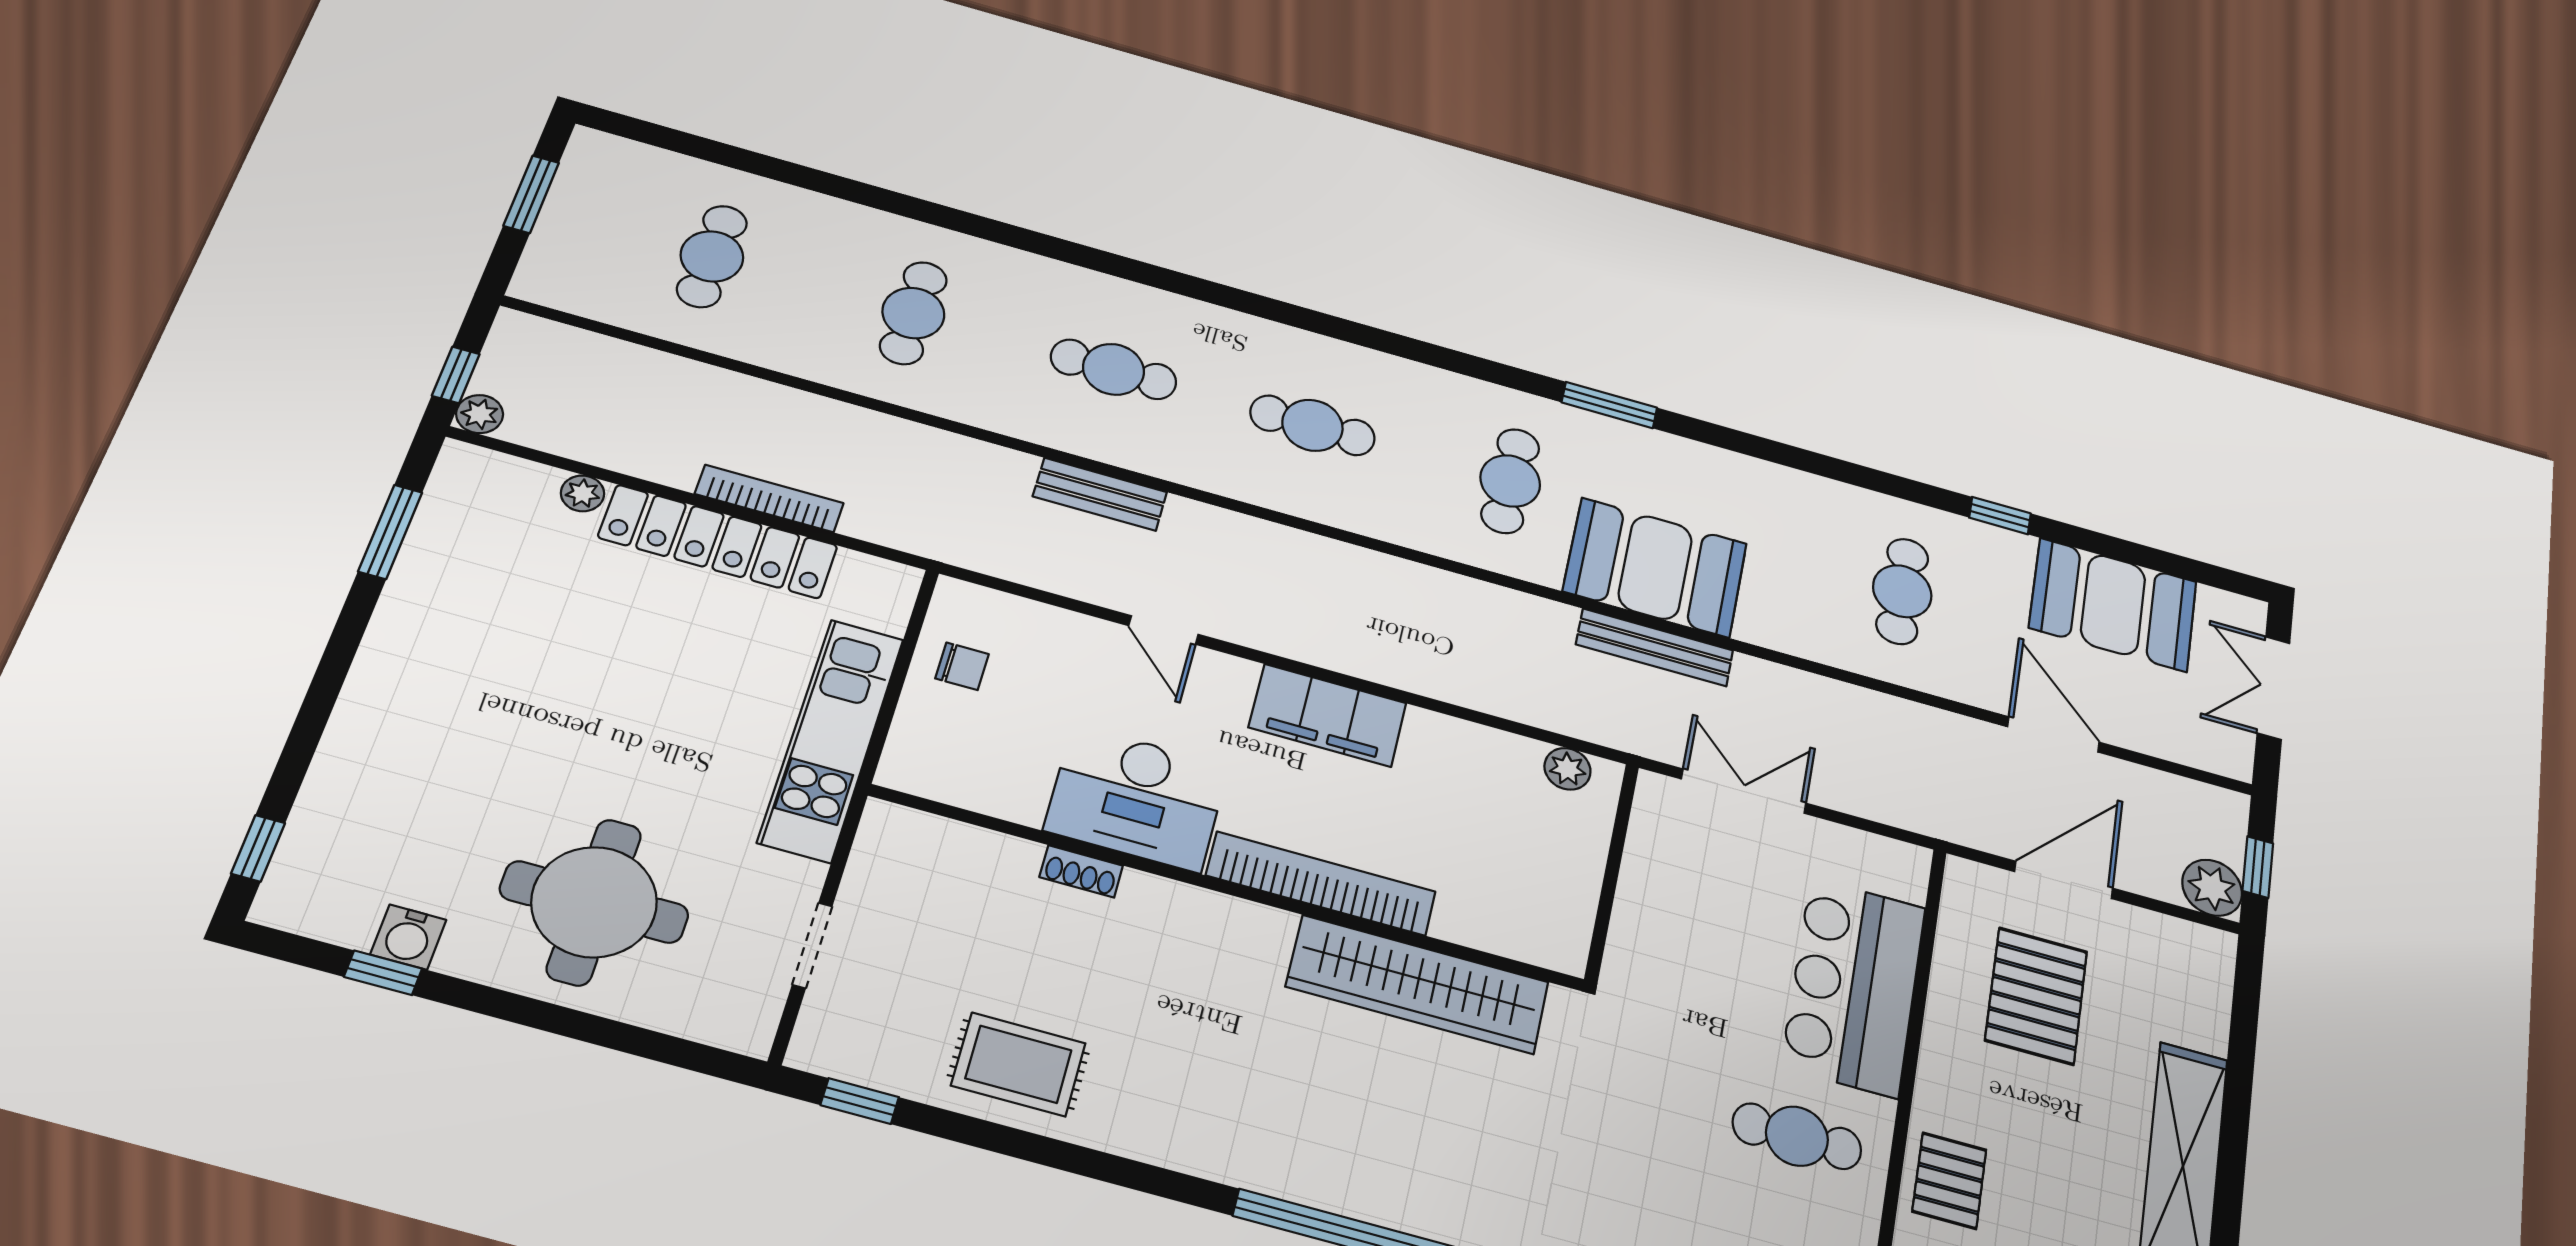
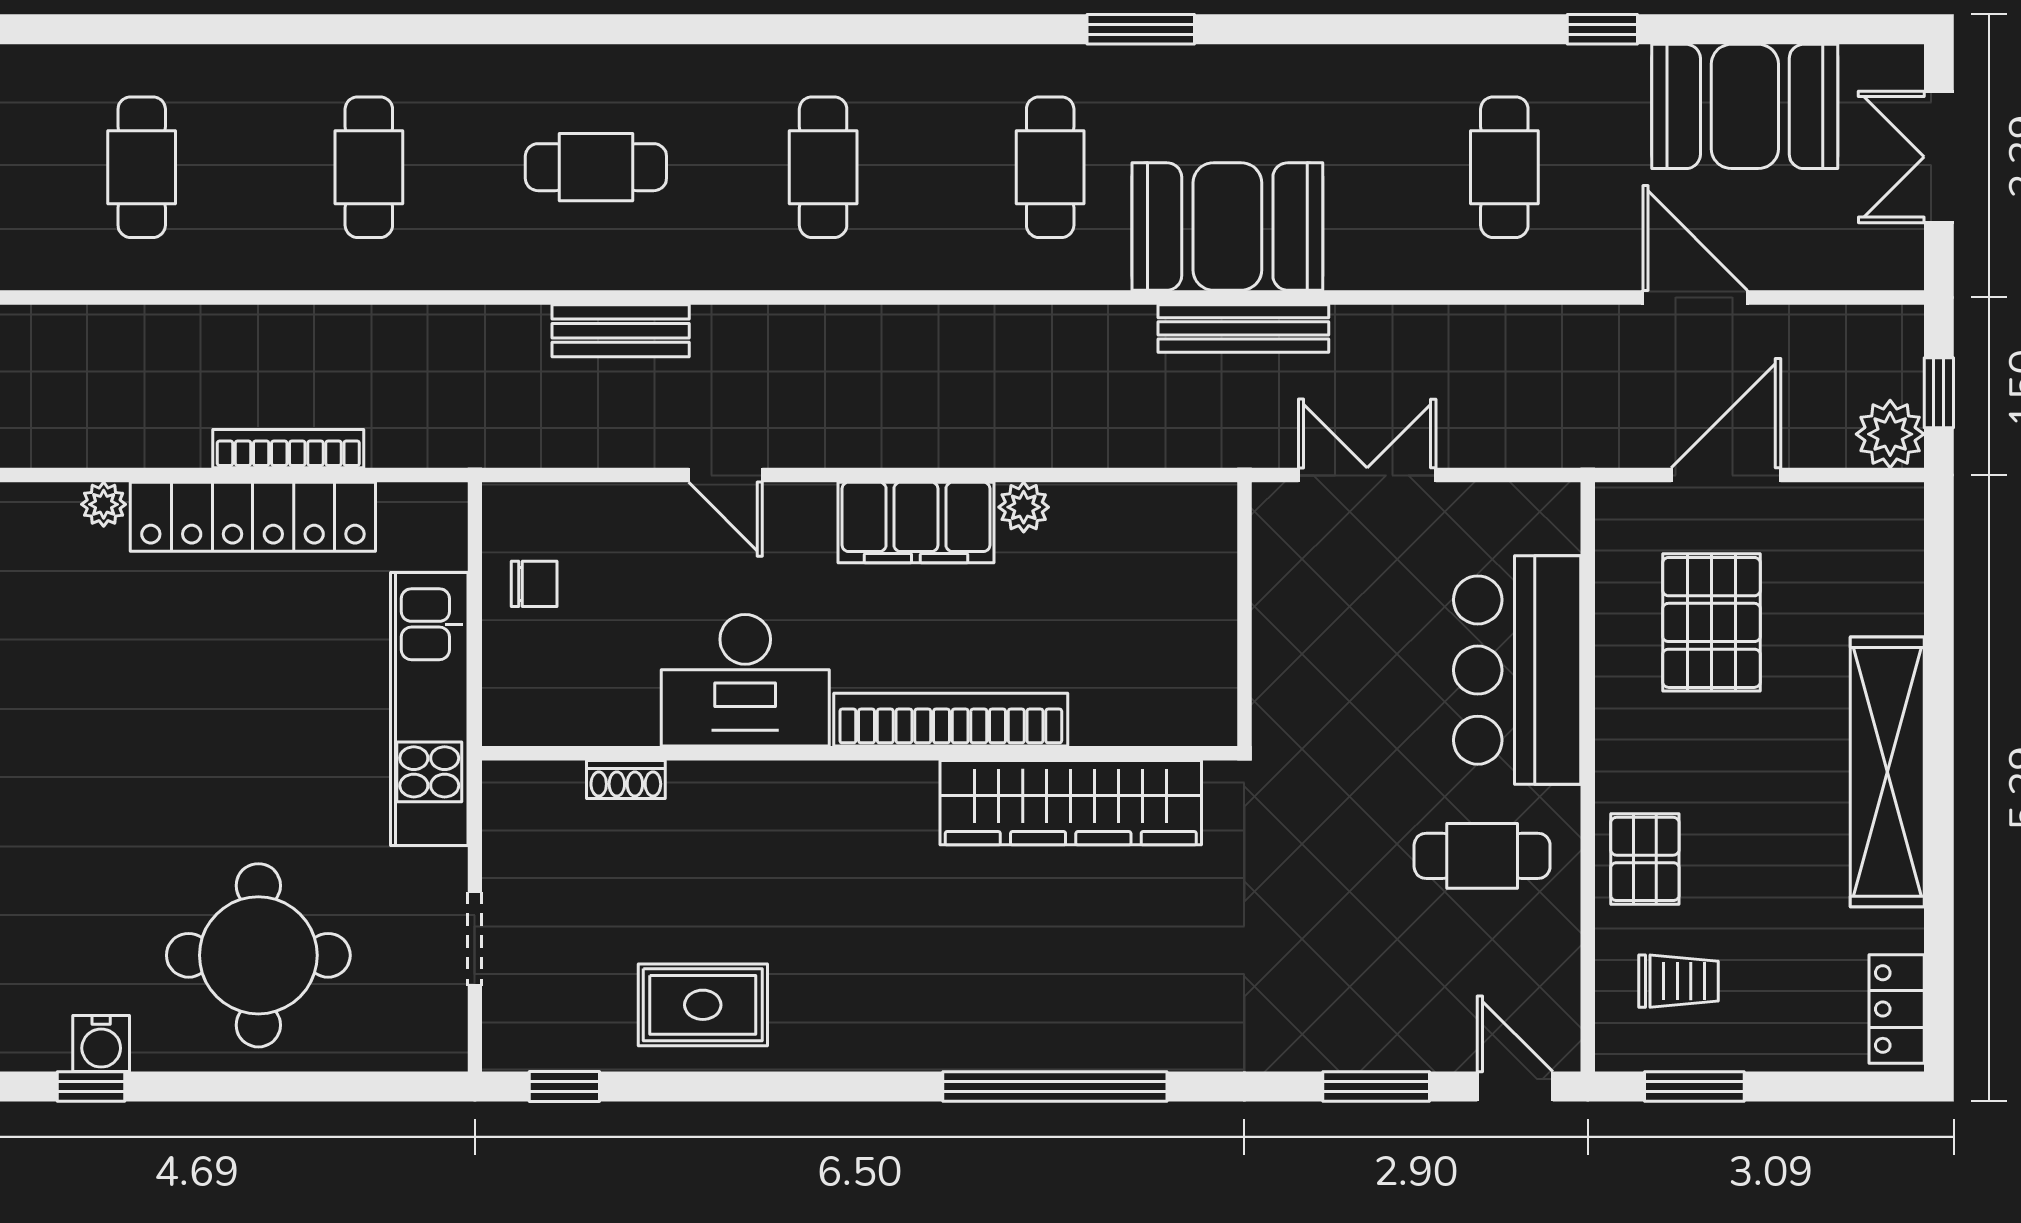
cafe table: (1312, 425) -> (823, 167), turned 90
plant: (1568, 769) -> (1024, 507), moved
shoe rack: (1081, 871) -> (626, 779), moved

